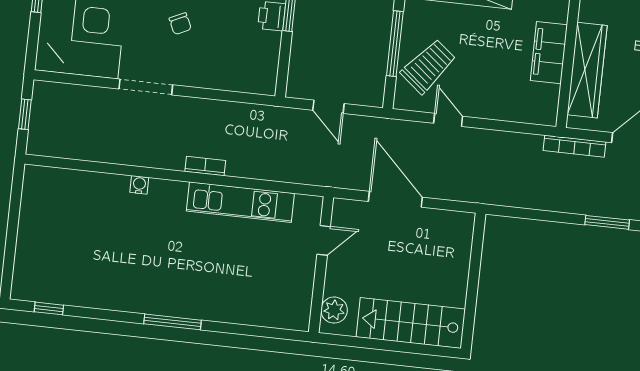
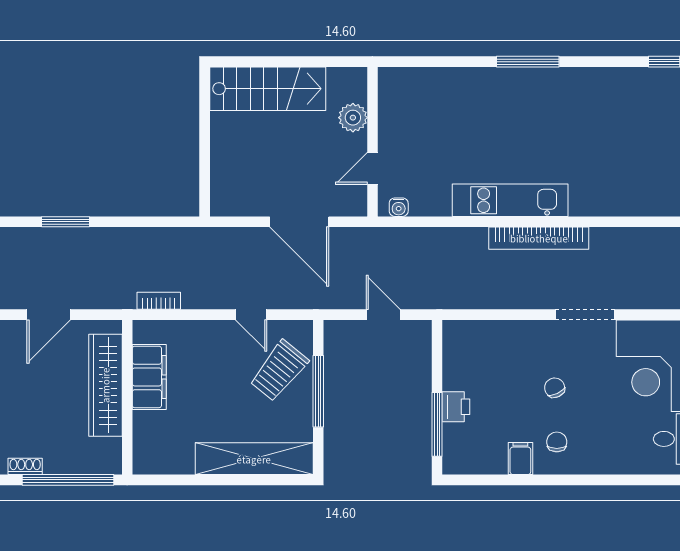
filing cabinet: (549, 53) -> (149, 377), moved
bookcase: (574, 146) -> (159, 301), moved, width x0.64
bookcase: (205, 166) -> (539, 238), width x2.31, depth x1.31
water cooler: (139, 185) -> (399, 207), moved
kitchen unit: (240, 202) -> (510, 200), moved
plant: (334, 310) -> (353, 118), moved

